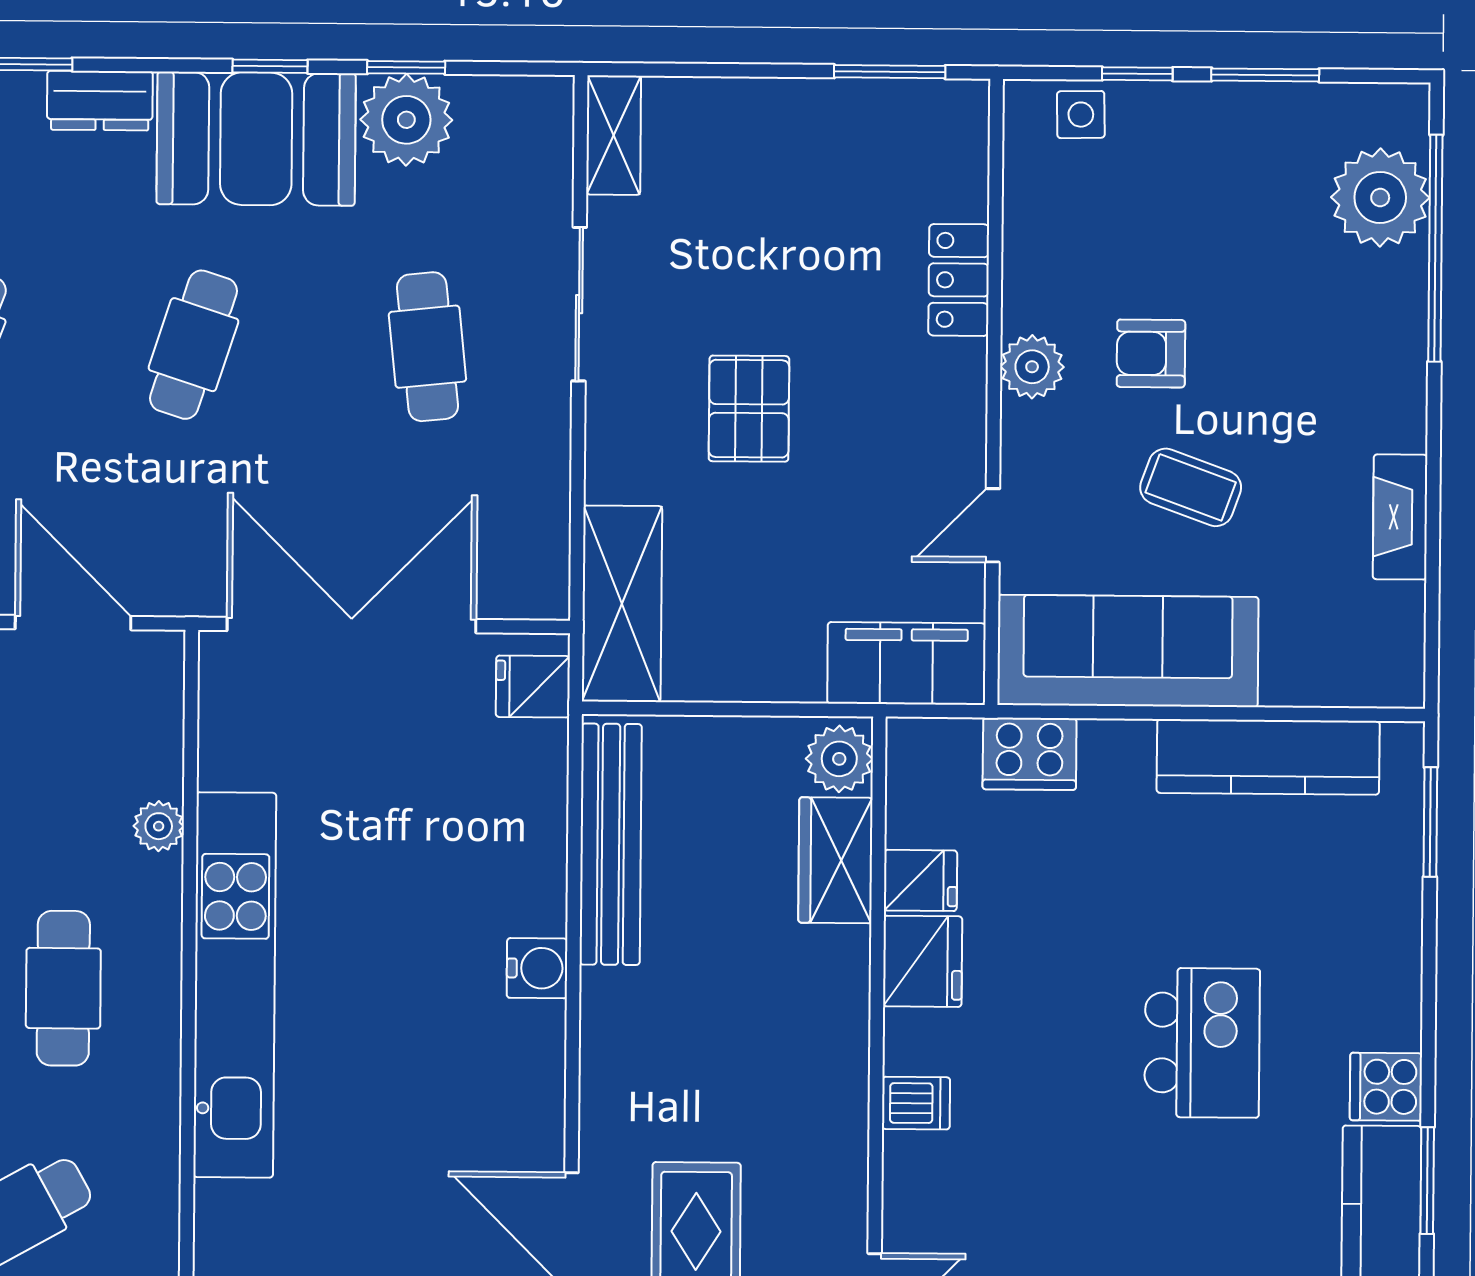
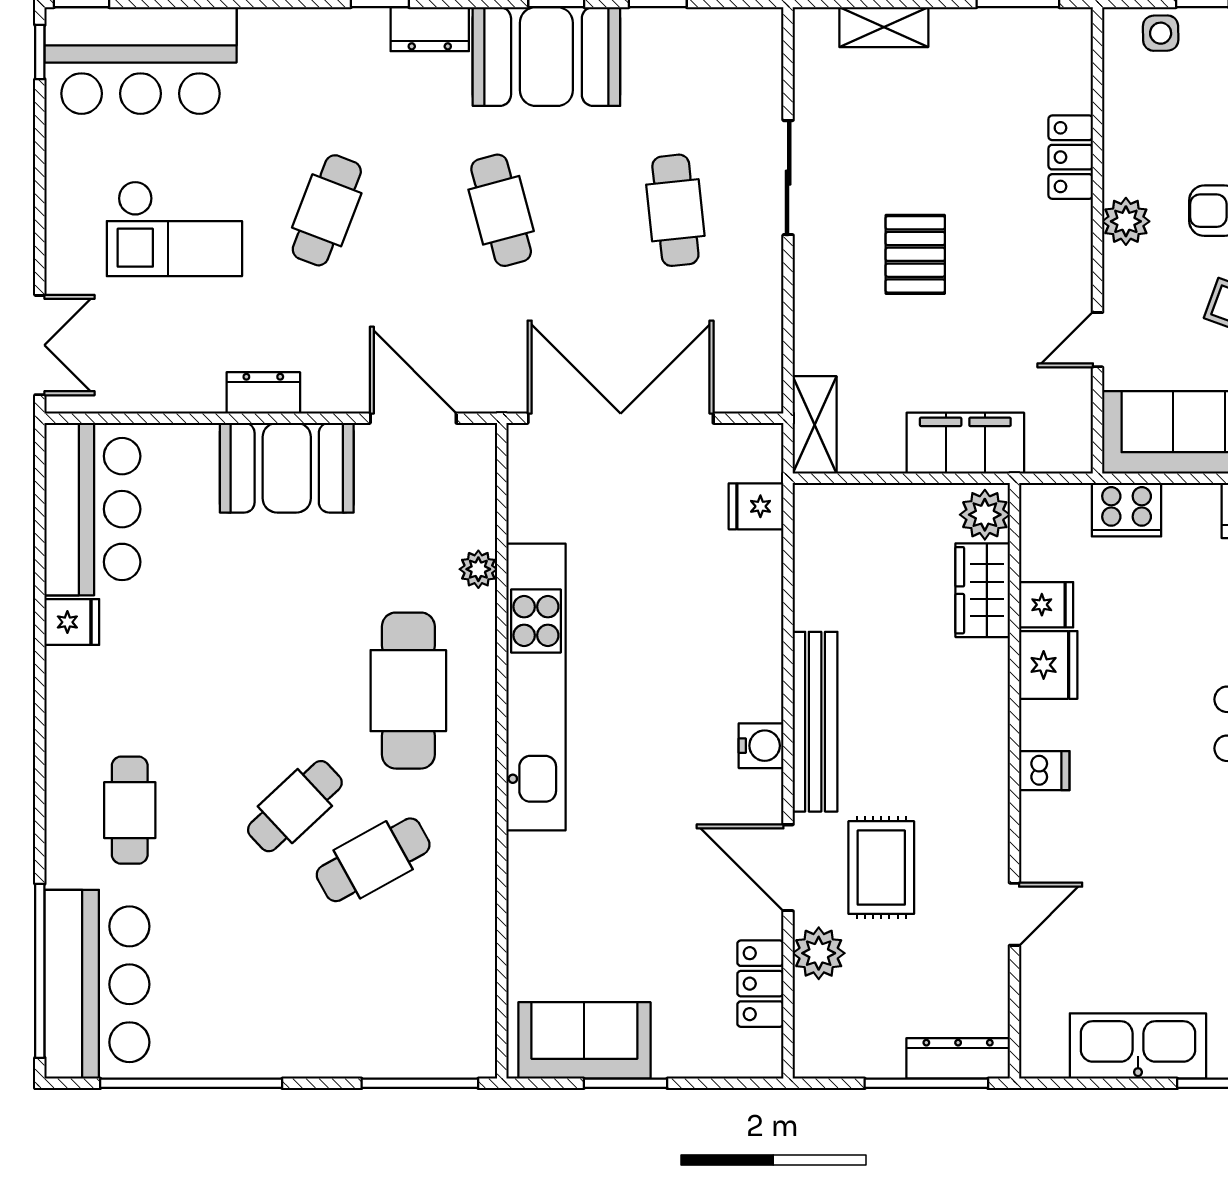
plant: (406, 120) -> (658, 41), removed
shelving: (614, 135) -> (884, 27), moved, turned 90
cafe table: (193, 345) -> (501, 210), turned -33
shelving: (622, 604) -> (815, 425), width x0.67, depth x0.75
filing cabinet: (906, 663) -> (965, 443), moved
fridge: (533, 687) -> (756, 506), moved
bench: (611, 844) -> (815, 722), moved
water cooler: (537, 968) -> (761, 746), moved
cafe table: (63, 988) -> (408, 691), width x1.37, depth x1.35

